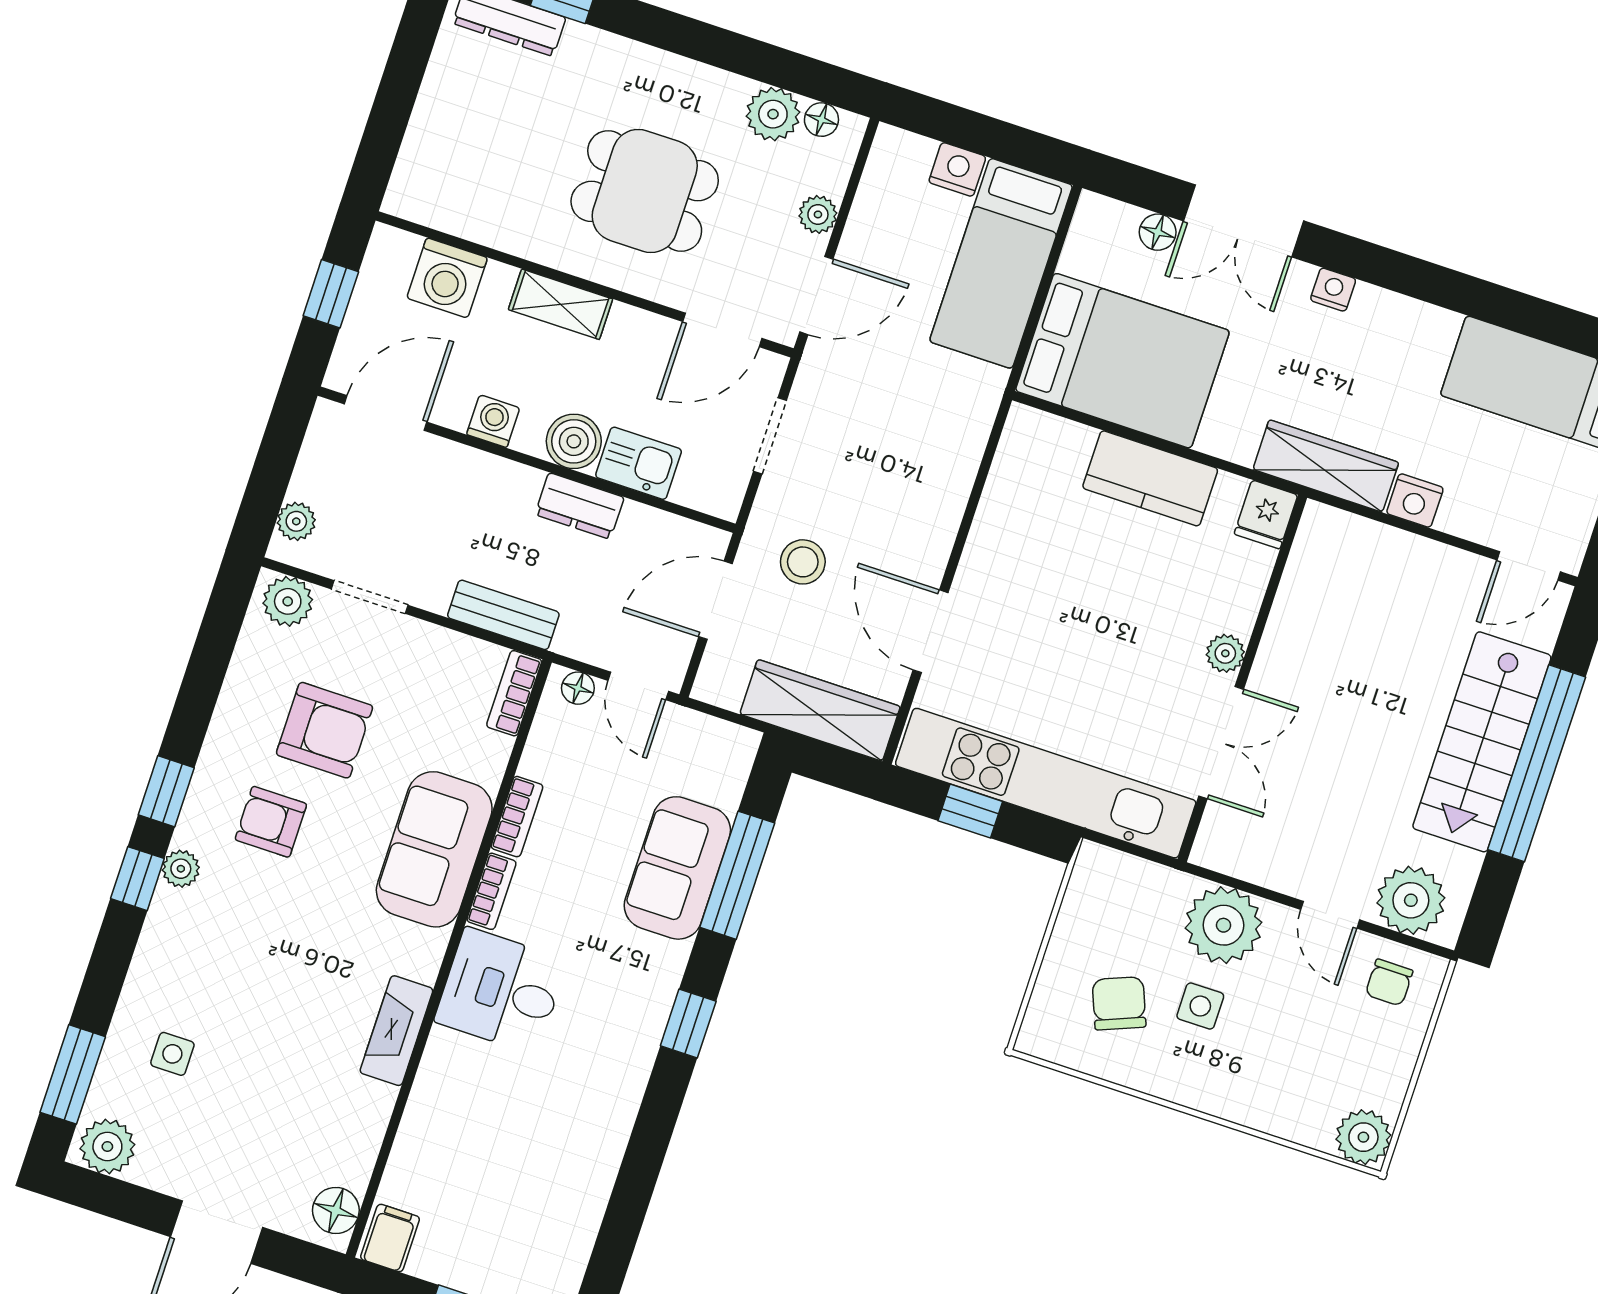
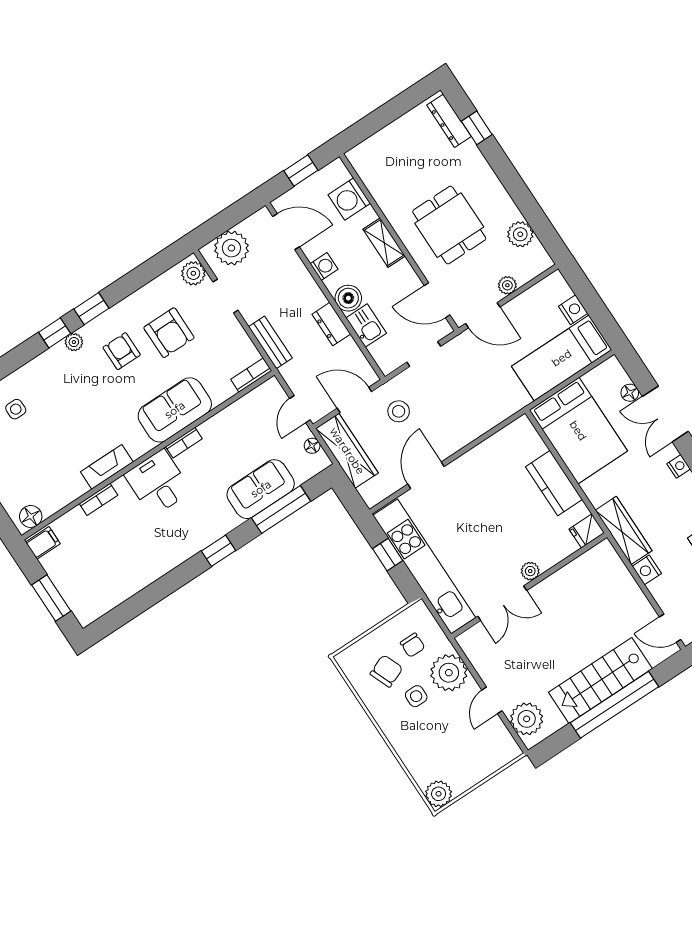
floor lamp: (821, 120) -> (537, 251), removed
plant: (296, 521) -> (231, 248), width x1.88, depth x1.88
floor lamp: (578, 688) -> (312, 446), moved
wardrobe: (820, 710) -> (347, 451), moved
bookcase: (517, 817) -> (98, 499), moved
chair: (1389, 982) -> (413, 645), moved, turned -90

